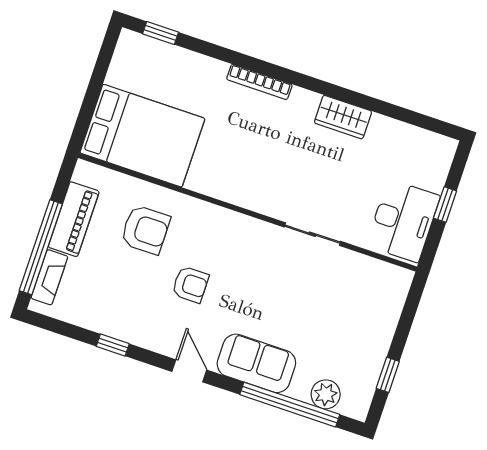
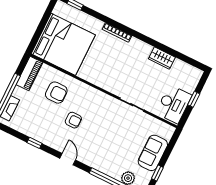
wardrobe: (343, 117) -> (162, 58), moved
bed: (142, 136) -> (63, 44), width x1.36
piano: (74, 219) -> (29, 73), moved
sofa: (256, 363) -> (153, 153), moved, turned -90

